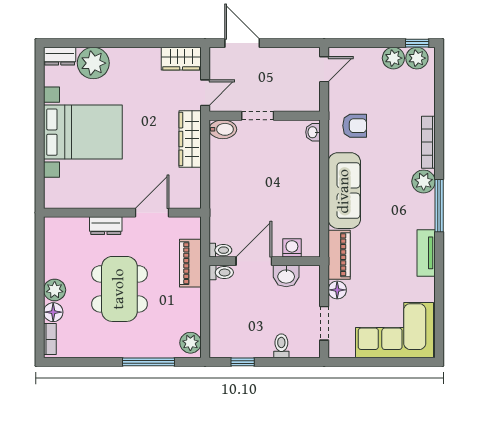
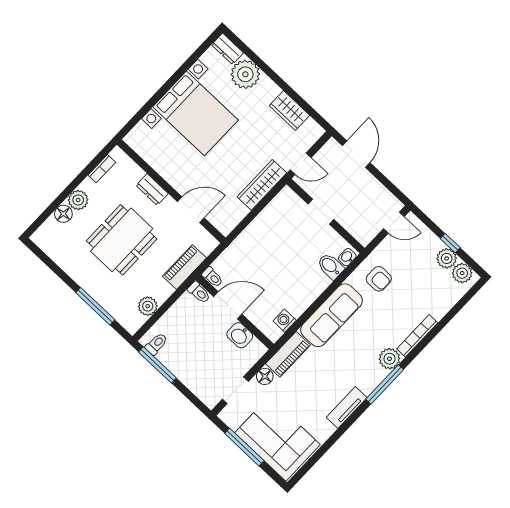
window: (417, 43) -> (450, 243), moved
wardrobe: (181, 59) -> (289, 111), moved
bidet: (223, 129) -> (330, 266), moved, turned 180
washing machine: (292, 248) -> (285, 321), moved, turned -90
bookcase: (50, 339) -> (102, 169), moved
plant: (190, 343) -> (148, 306), moved
toilet: (281, 346) -> (156, 344), moved
window: (243, 362) -> (157, 365), width x2.17
window: (374, 362) -> (244, 447), added

